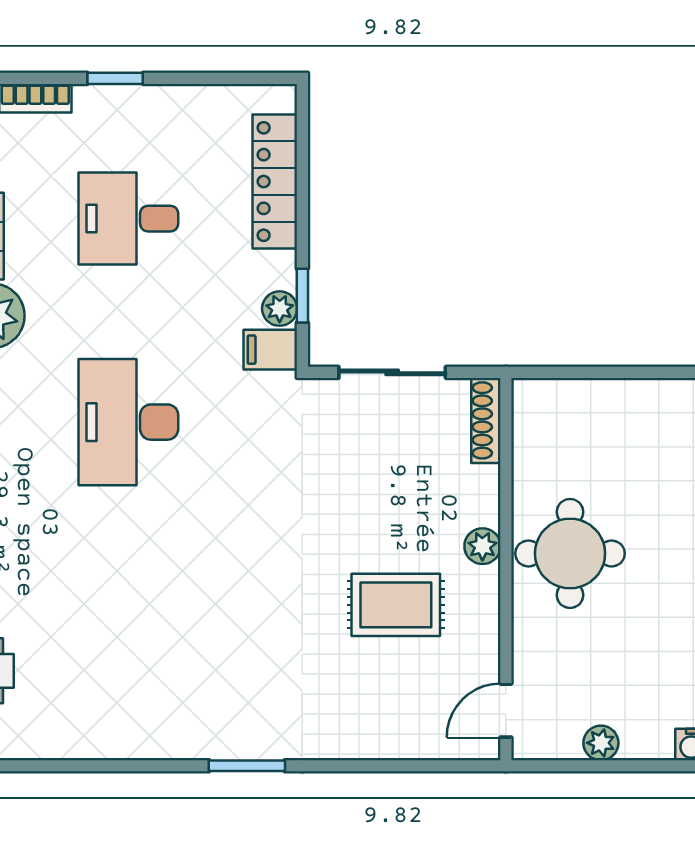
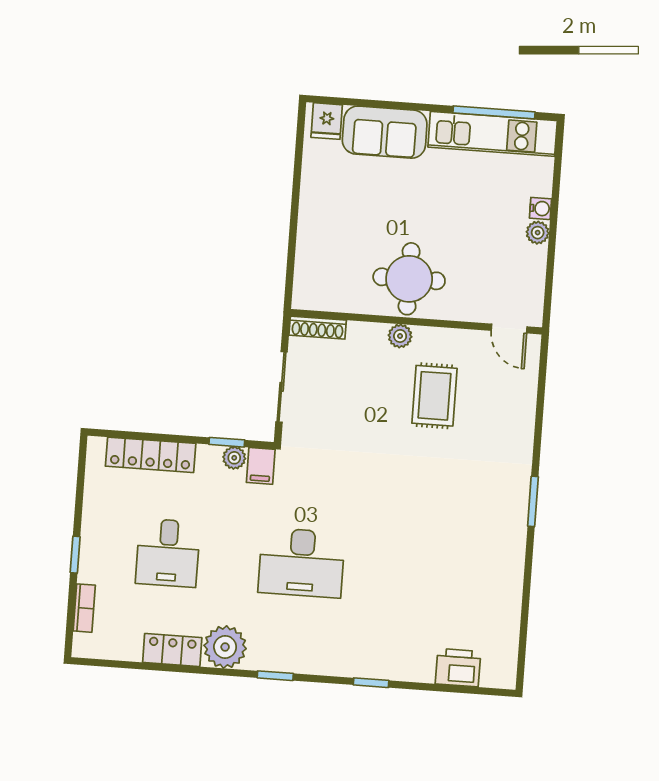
plant: (601, 743) -> (538, 233), moved

